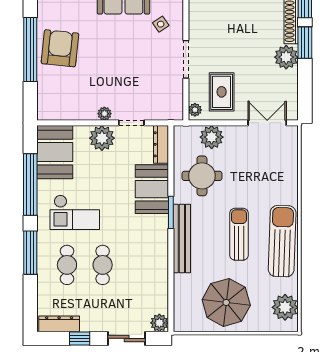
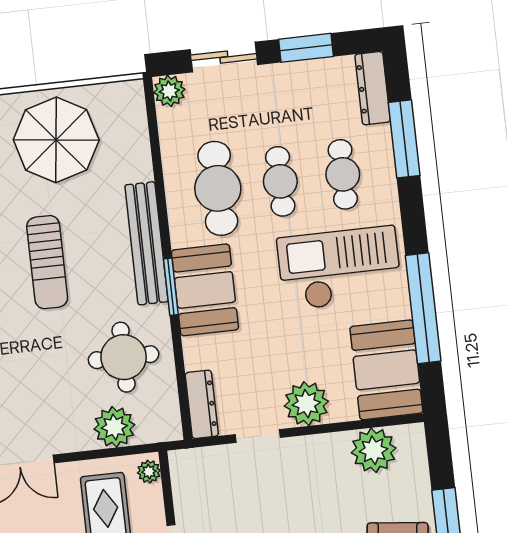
plant: (104, 114) -> (374, 450), moved, width x1.87, depth x1.87
booth: (152, 189) -> (205, 290), moved
checkout: (75, 212) -> (339, 268), width x1.36, depth x1.21
window: (30, 253) -> (404, 139), moved
cafe table: (138, 265) -> (218, 188), added
dresser: (59, 324) -> (373, 88), moved, turned 90
window: (80, 338) -> (306, 48), width x1.50

